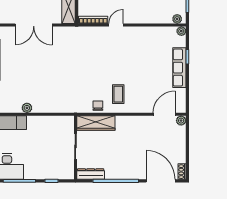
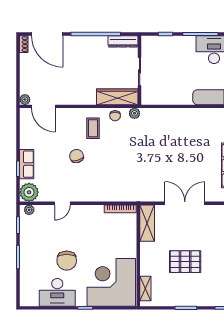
door: (116, 25) -> (62, 203), moved
plant: (181, 31) -> (29, 192), width x1.88, depth x1.88
chair: (133, 68) -> (77, 156), added
row of seats: (179, 68) -> (27, 164), width x0.68
plant: (27, 108) -> (134, 113), moved
door: (164, 114) -> (43, 106), hinge flipped

